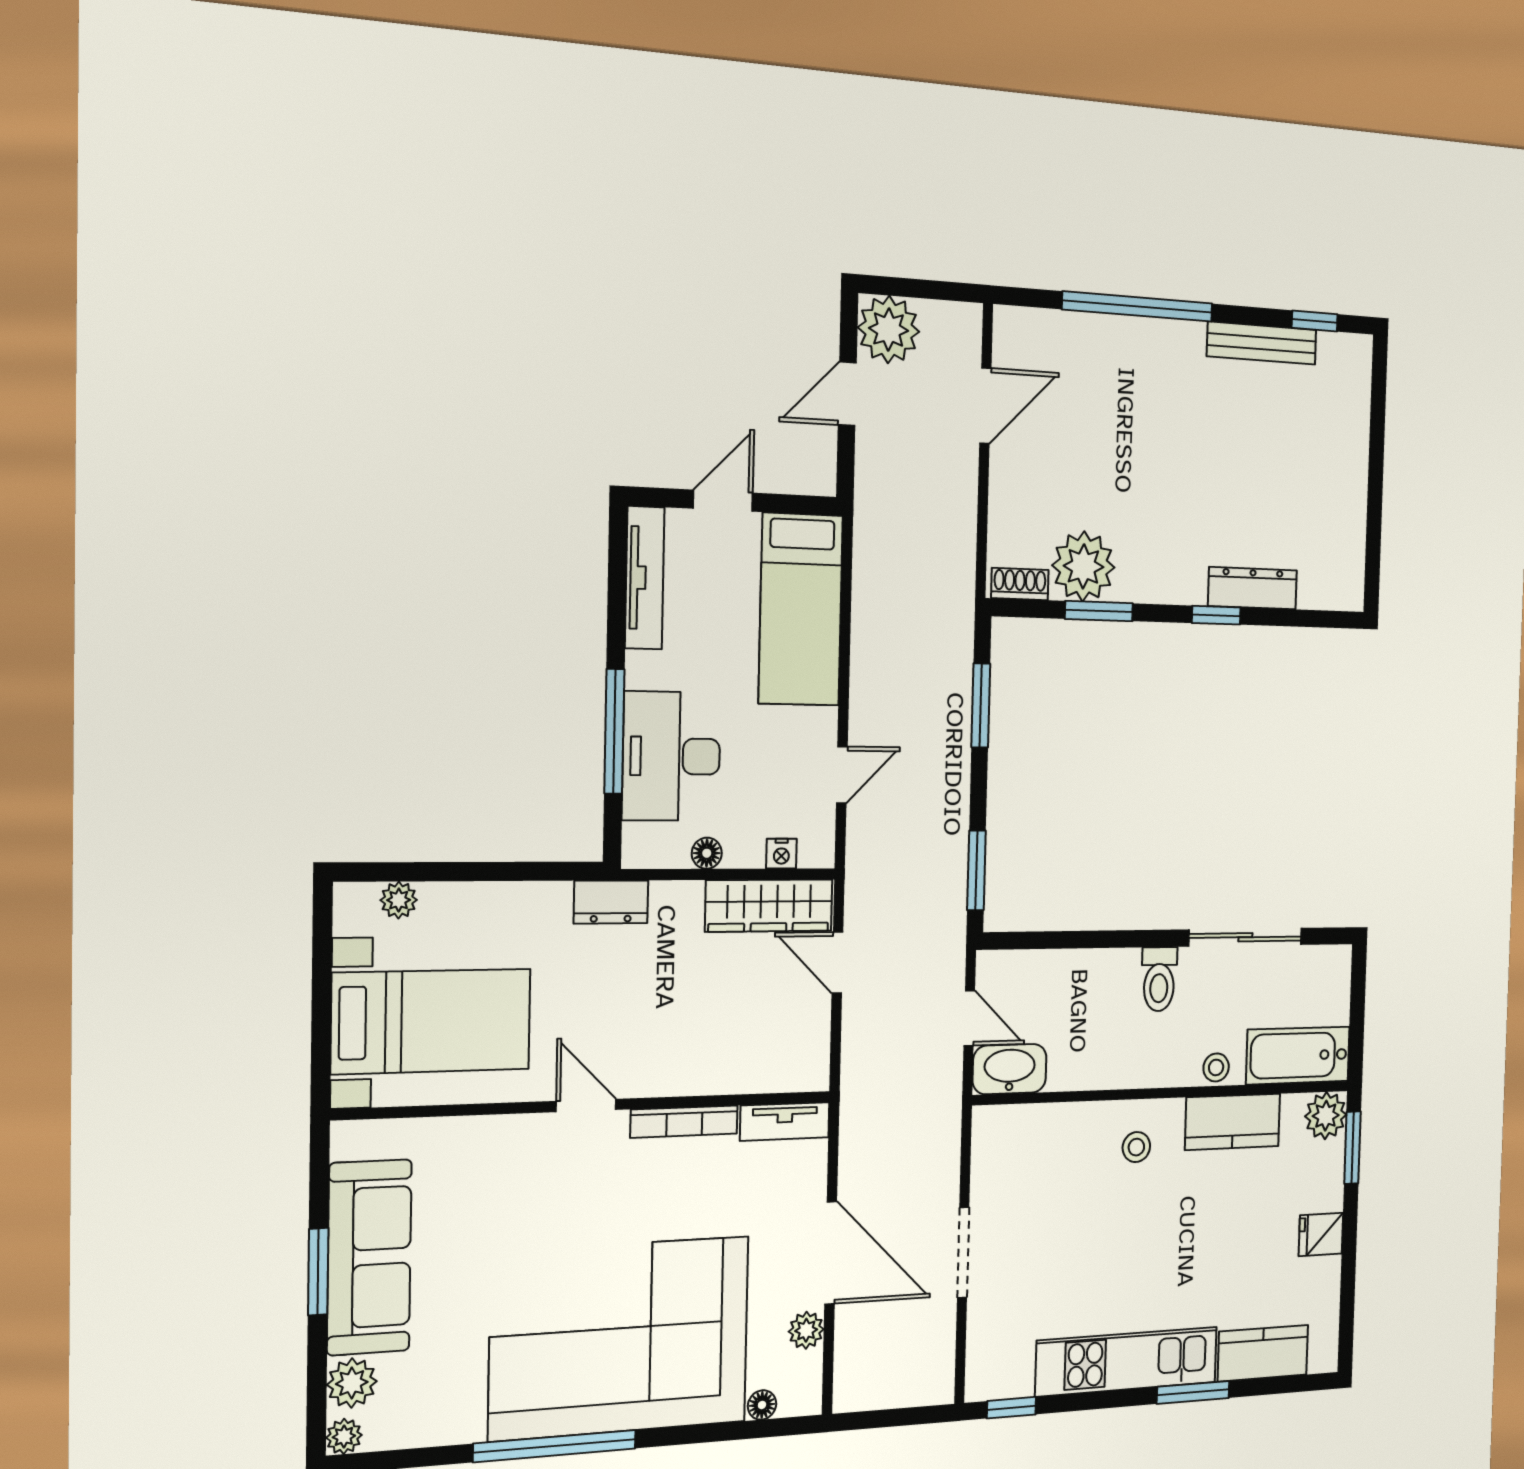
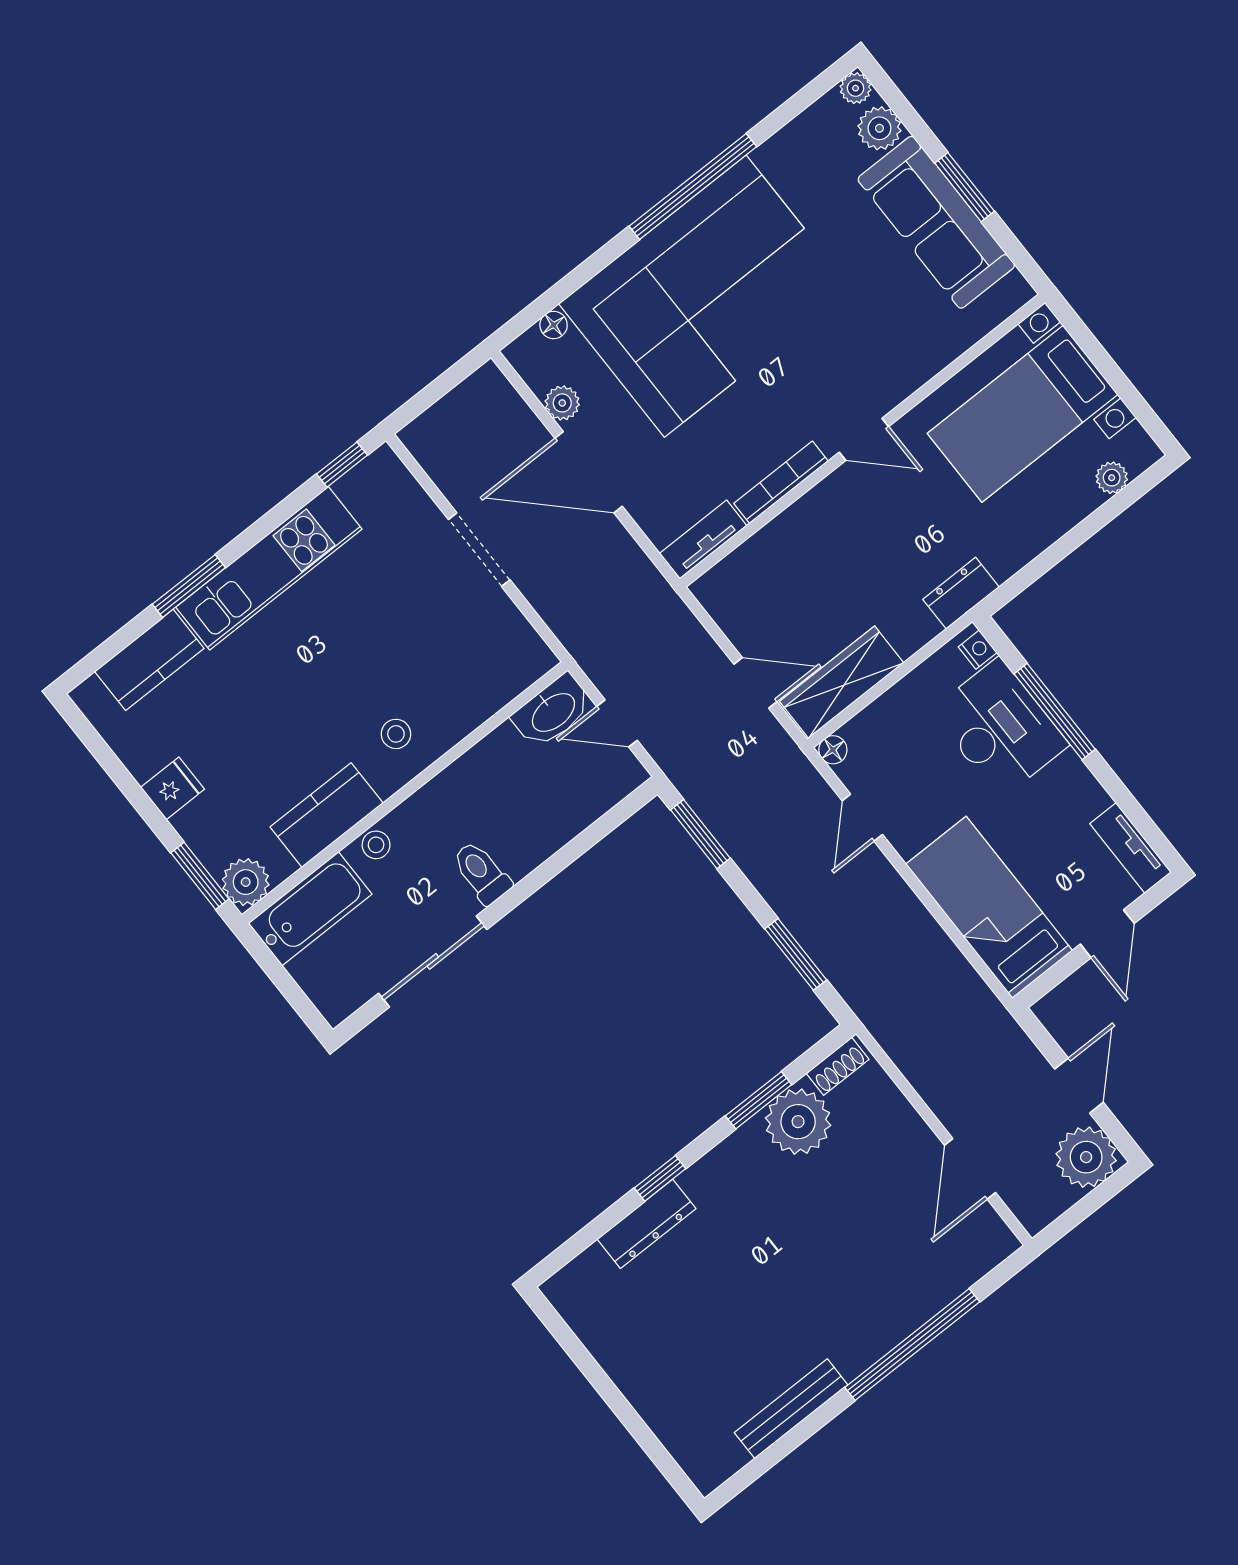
window: (1315, 321) -> (761, 1464), removed
tv unit: (645, 578) -> (1130, 848), width x0.71
floor lamp: (707, 853) -> (833, 750), moved
nightstand: (781, 854) -> (978, 650), moved, turned 90

